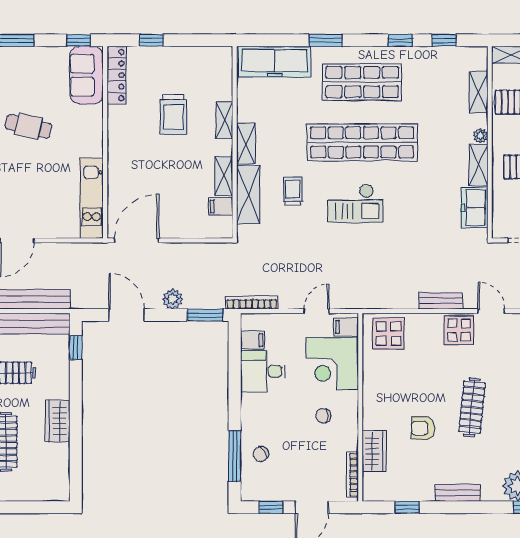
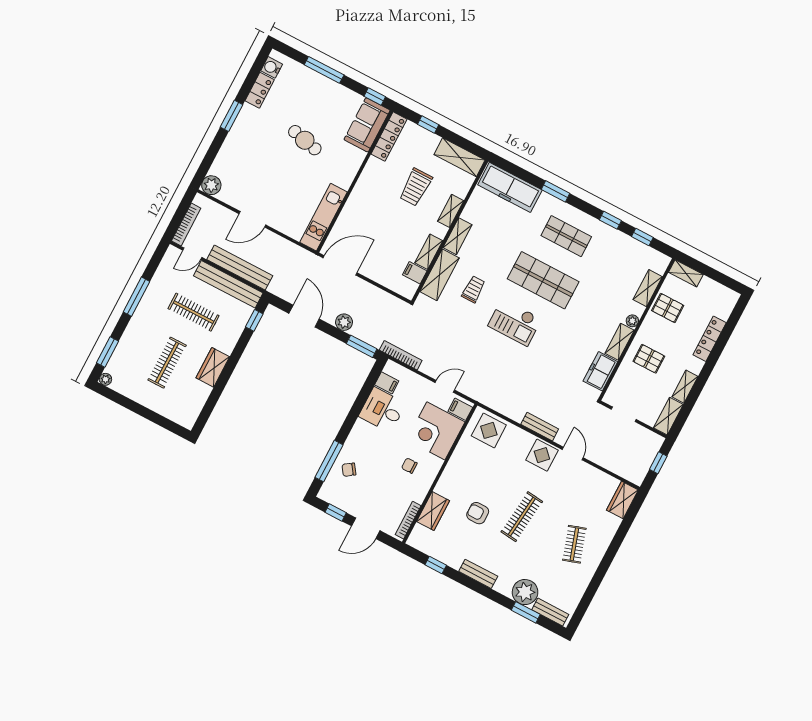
shelving: (204, 58) -> (460, 157), added
shop shelf: (362, 82) -> (566, 236), width x0.70, depth x0.74
shop shelf: (362, 142) -> (543, 280), width x0.71

